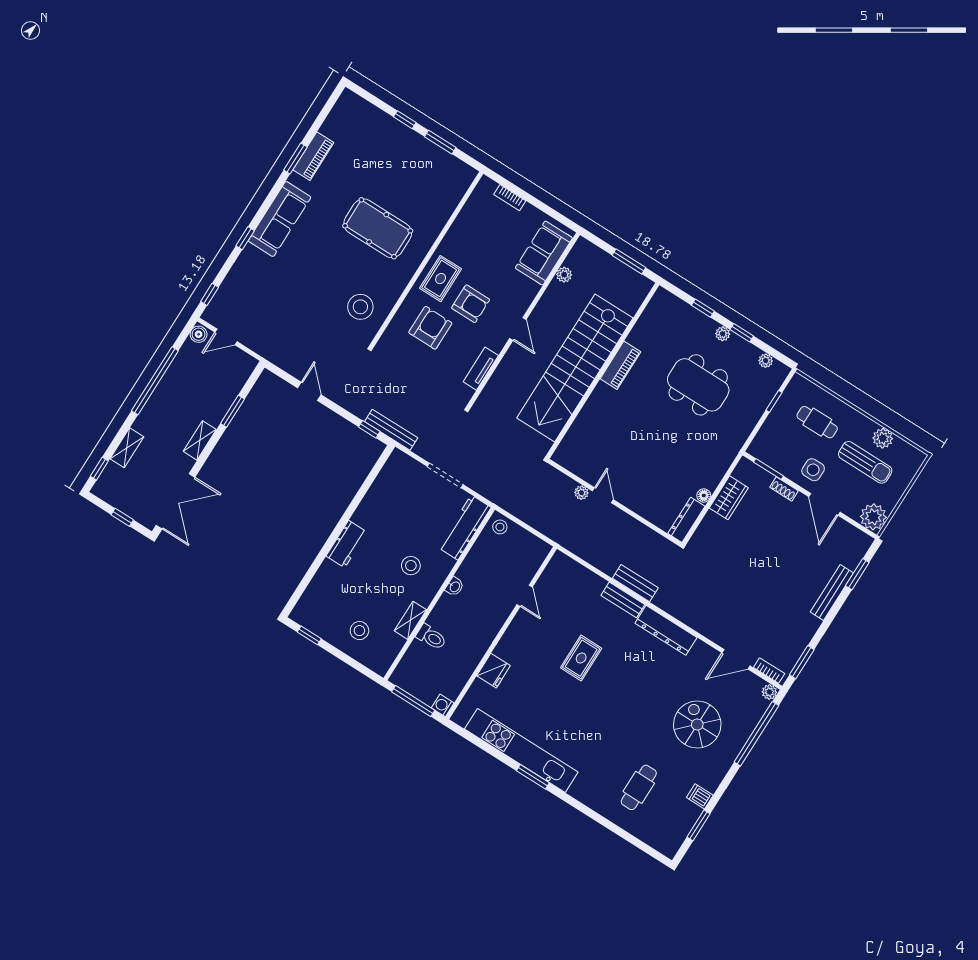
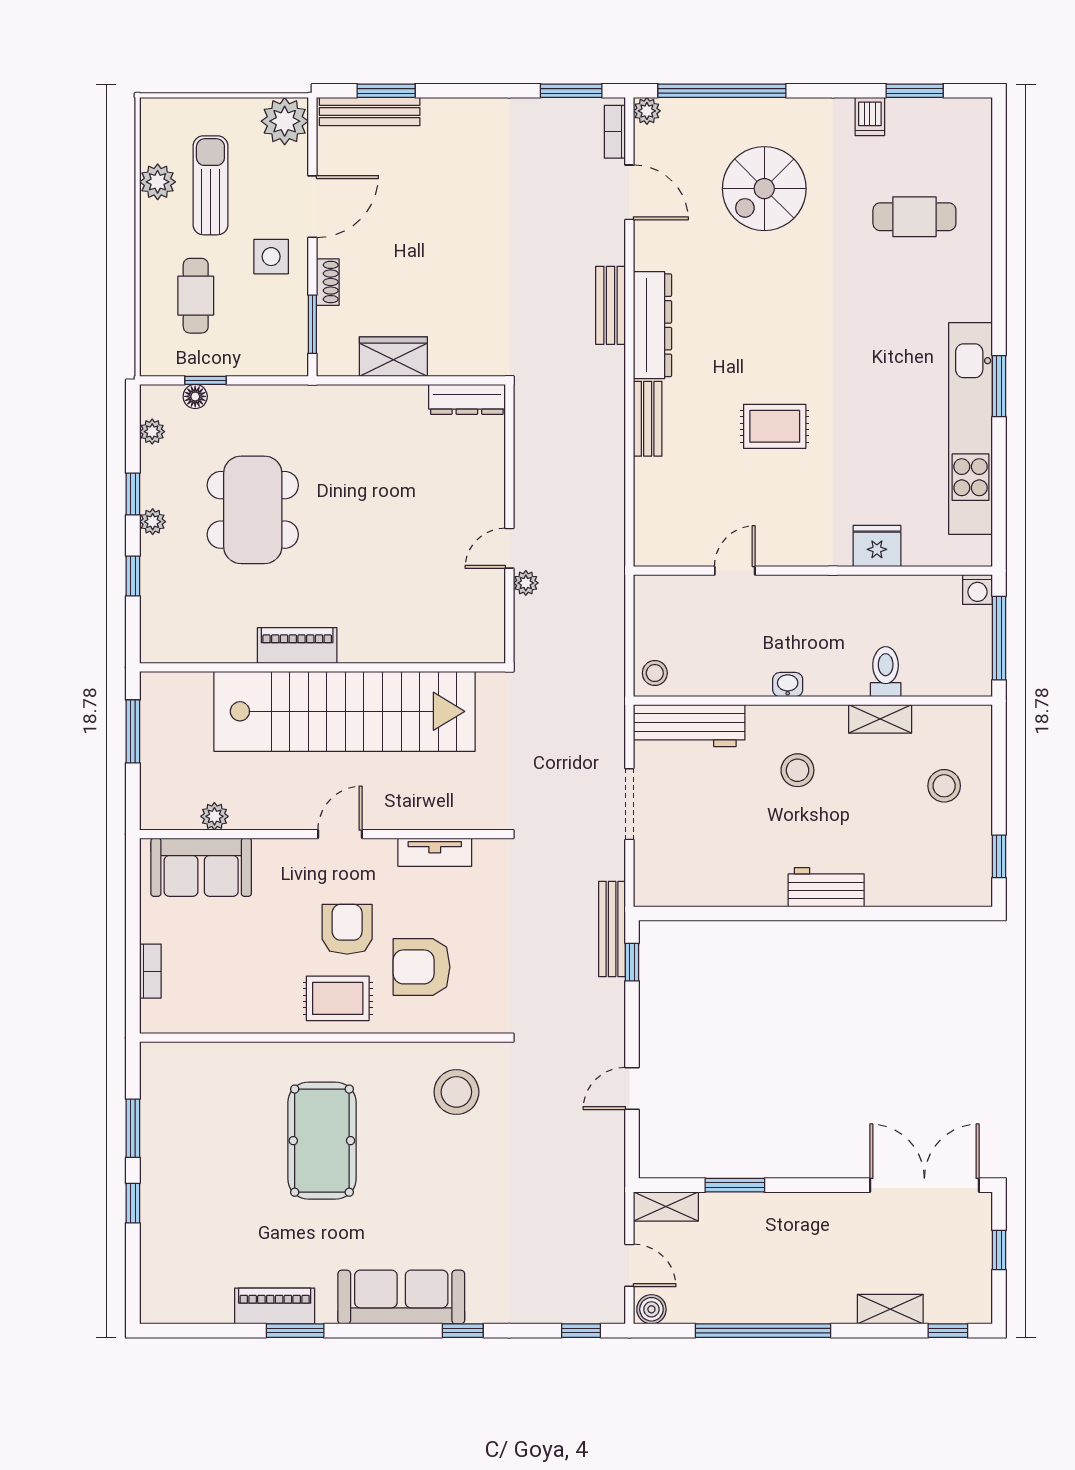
shelving: (200, 440) -> (666, 1206), moved
floor lamp: (704, 495) -> (195, 396), moved
bench: (635, 583) -> (611, 305), moved
bench: (832, 593) -> (370, 112), moved

